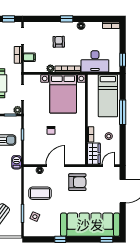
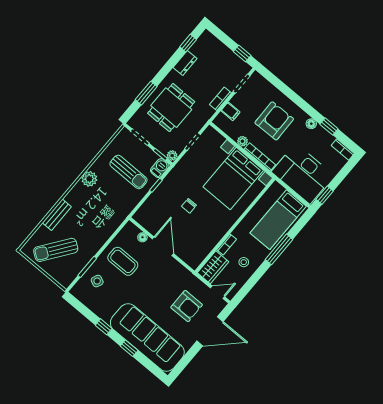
window: (67, 19) -> (329, 127), moved
armchair: (59, 42) -> (274, 121), width x1.88, depth x1.88
desk: (95, 61) -> (303, 174), width x1.36, depth x1.30
barbecue: (17, 162) -> (160, 168), moved
door: (55, 166) -> (163, 246), hinge flipped
armchair: (77, 182) -> (187, 306), moved
window: (107, 239) -> (129, 348), moved

